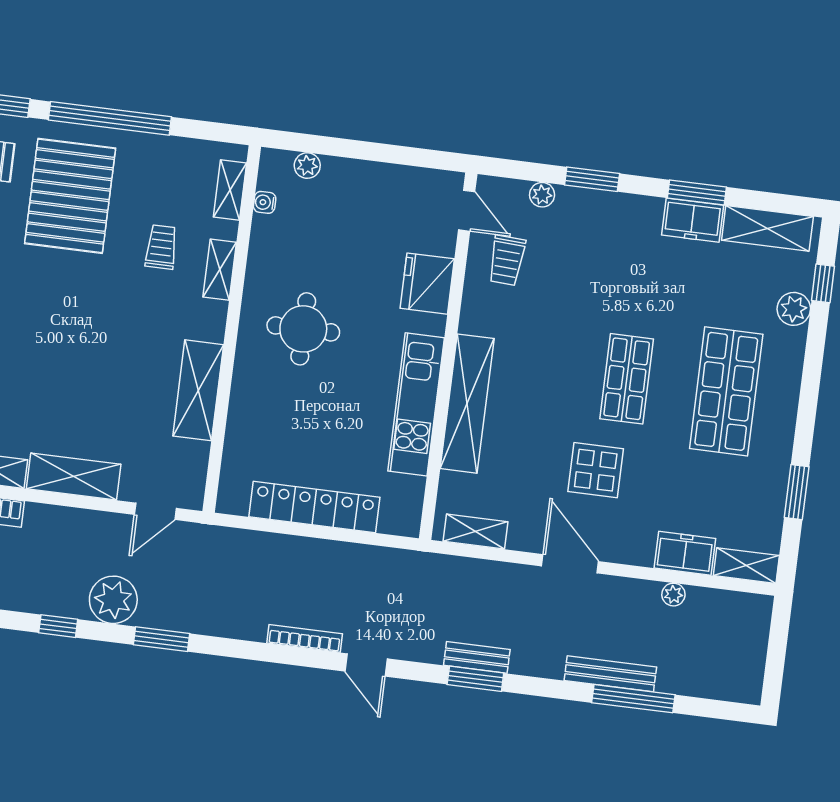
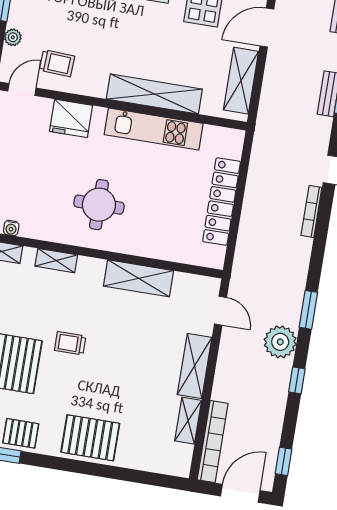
trolley: (161, 247) -> (70, 343), moved
shelving: (475, 532) -> (241, 81), width x1.50, depth x1.33

